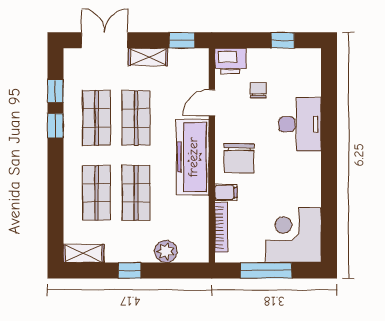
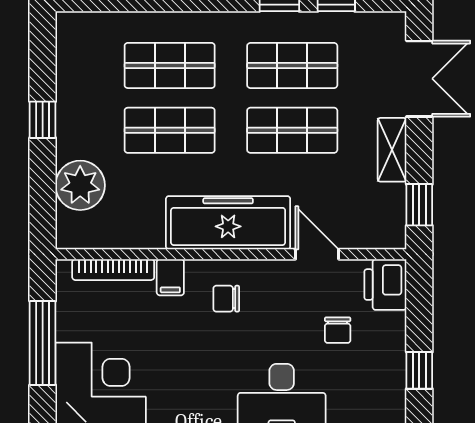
chair: (258, 90) -> (338, 330), turned 90
chair: (239, 158) -> (226, 299), width x0.54, depth x0.54
plant: (166, 251) -> (80, 185), width x1.36, depth x1.36
shelving: (84, 253) -> (70, 44), removed

